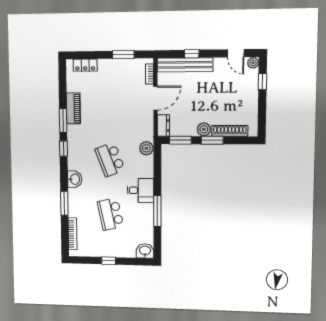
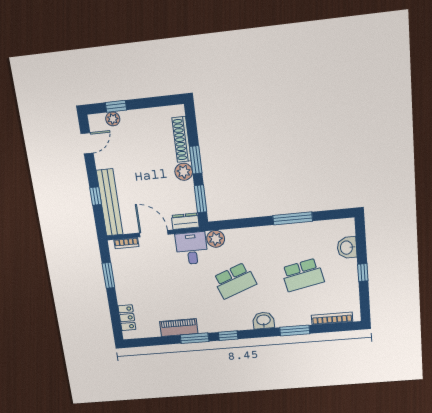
plant: (253, 63) -> (113, 119), moved
desk: (140, 190) -> (192, 248), moved
washbasin: (145, 251) -> (347, 248), moved

